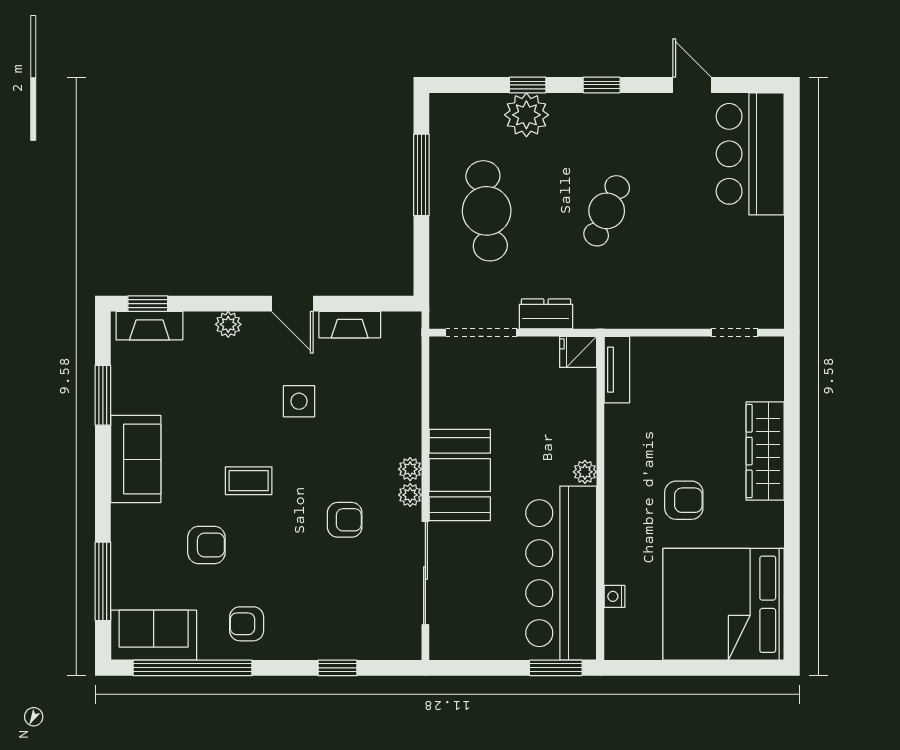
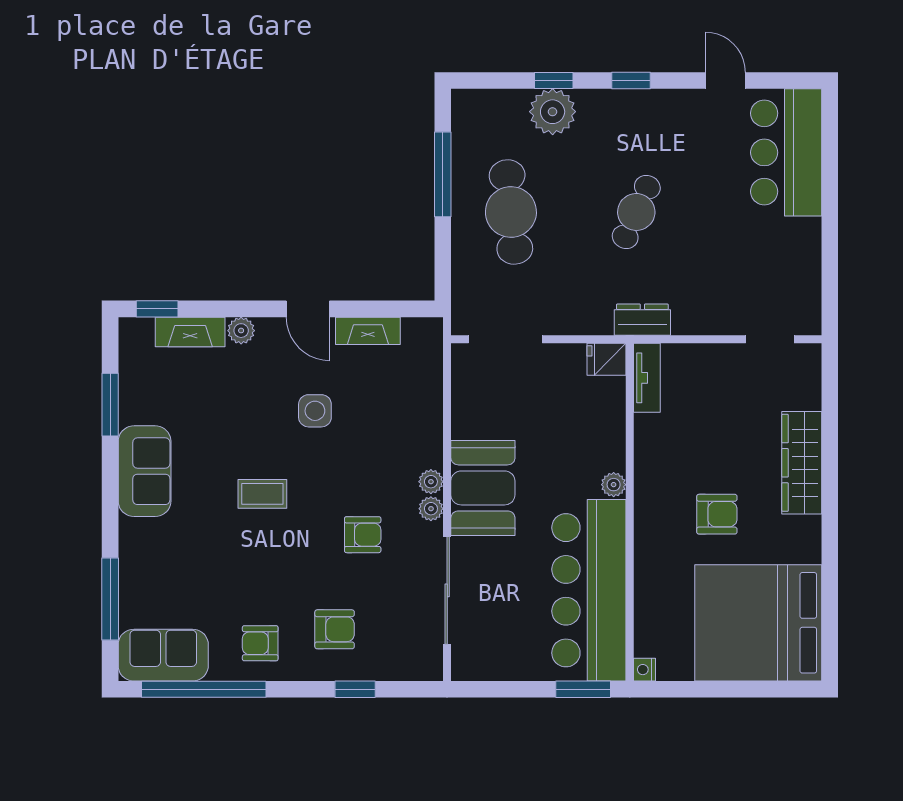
dresser: (546, 314) -> (642, 320), moved
fireplace: (149, 326) -> (190, 332), moved
armchair: (206, 545) -> (335, 629), moved
nightstand: (615, 596) -> (645, 670), moved

